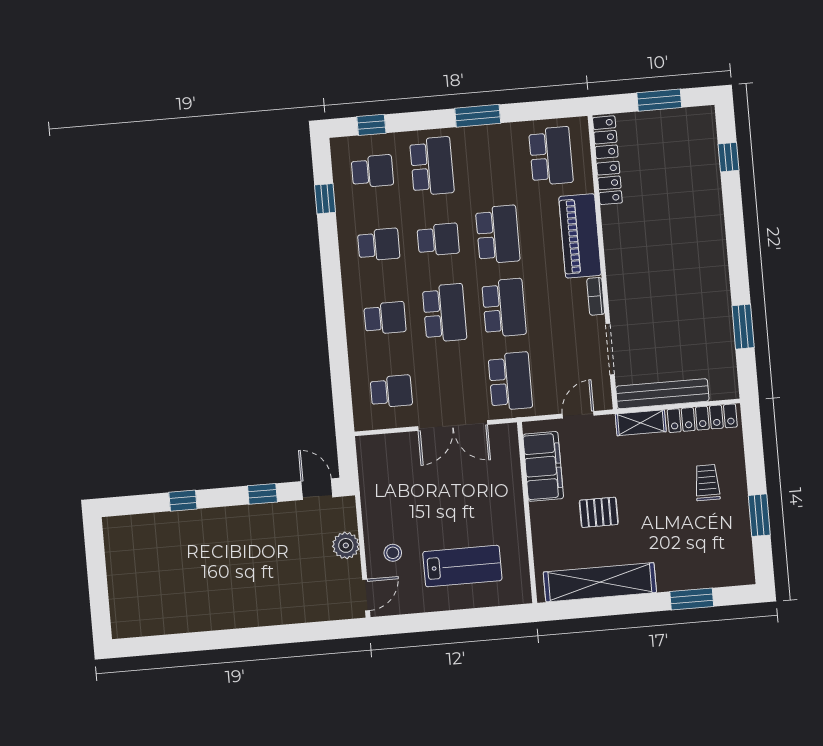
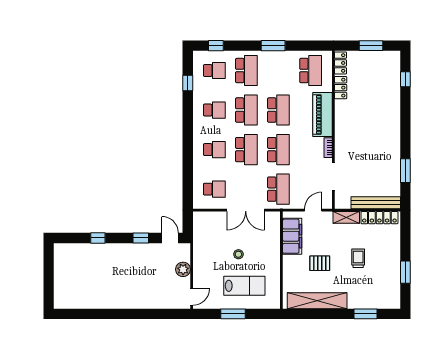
school desk: (438, 240) -> (246, 110), width x1.85
bench: (662, 394) -> (376, 203), moved
trolley: (707, 483) -> (358, 258), moved
stool: (393, 553) -> (238, 254), moved
window: (446, 620) -> (233, 314), added

